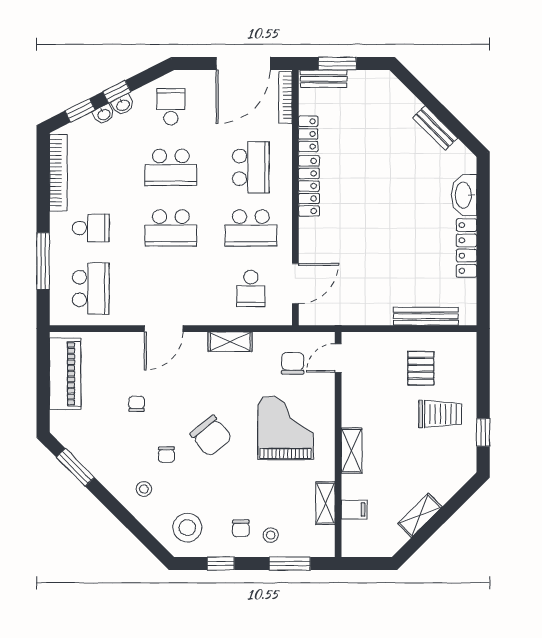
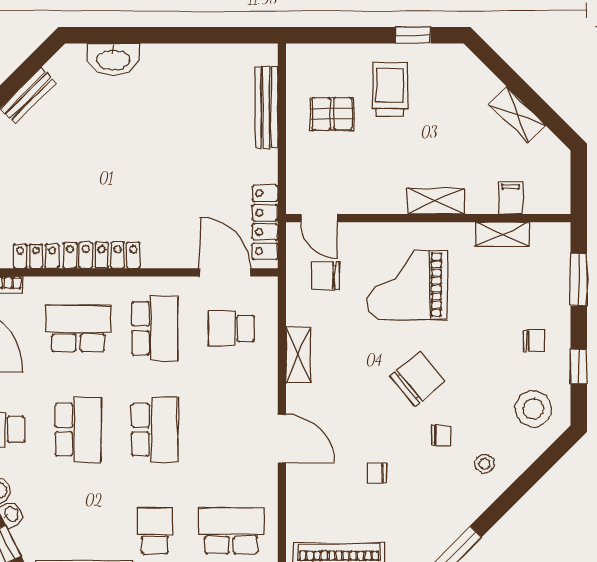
locker: (467, 248) -> (265, 222), moved, turned 90
school desk: (251, 288) -> (231, 329), turned 180
stool: (271, 535) -> (543, 303), removed

